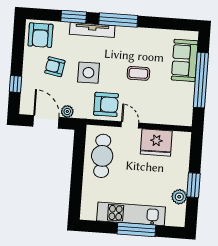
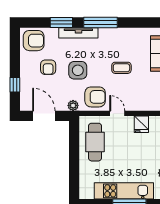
armchair: (40, 35) -> (34, 41), turned -90
armchair: (55, 67) -> (48, 67), turned -100
plant: (67, 111) -> (73, 105), moved
fridge: (156, 143) -> (141, 124), width x0.53, depth x0.75

